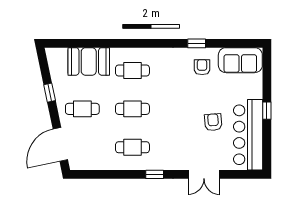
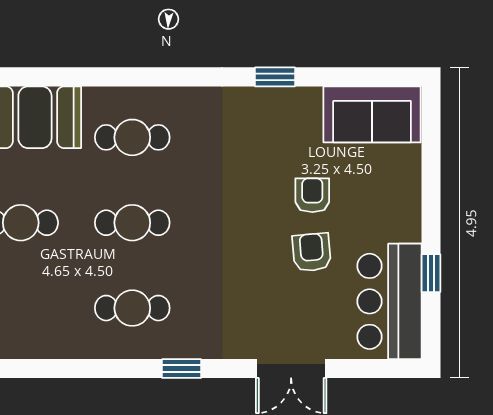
armchair: (202, 67) -> (312, 195), moved
window: (267, 111) -> (431, 273), moved
bar counter: (248, 135) -> (389, 301), width x0.73

